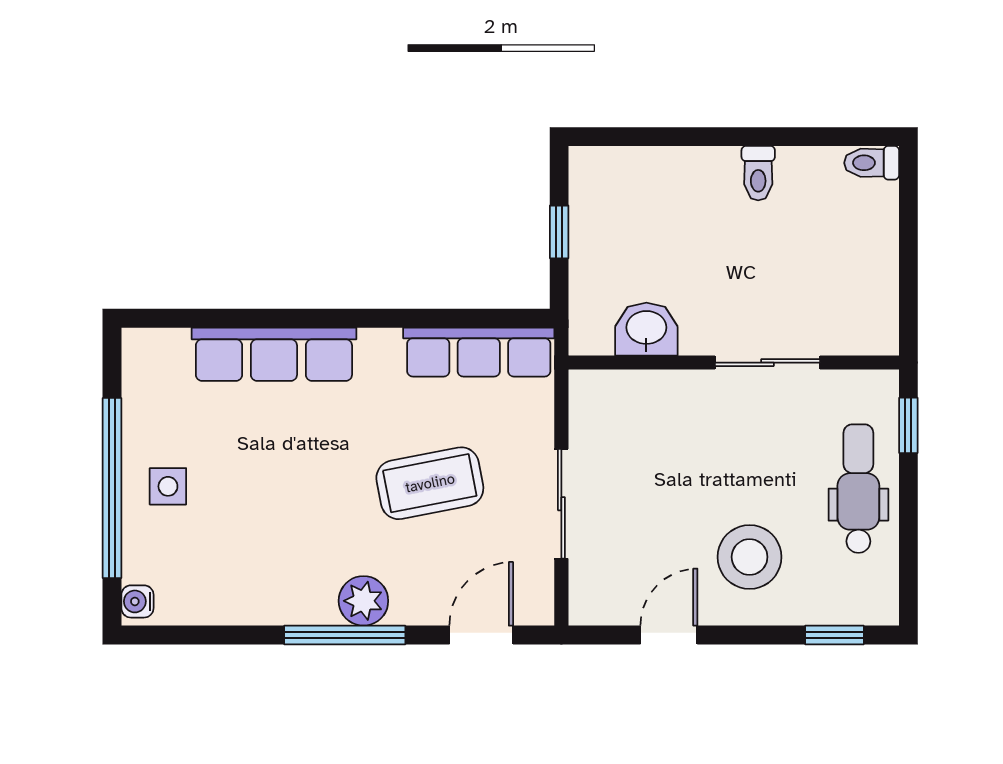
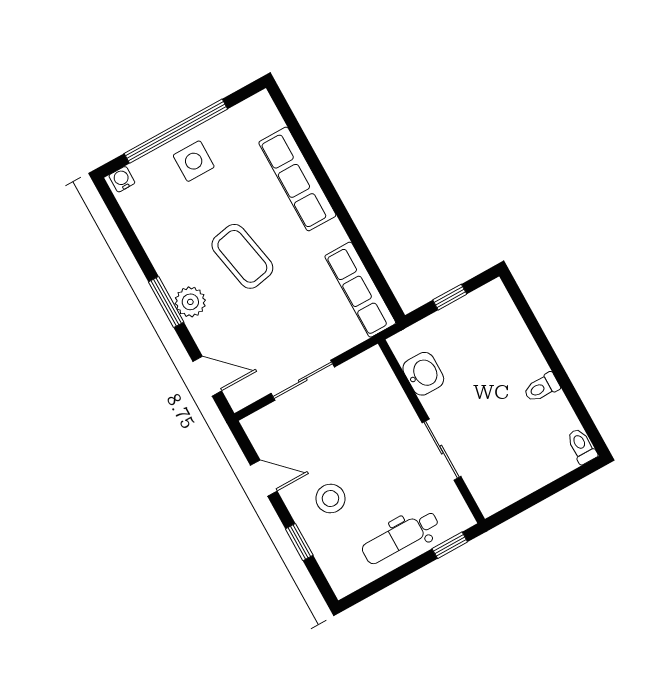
coffee table: (430, 483) -> (242, 256), moved
side table: (168, 486) -> (194, 161), width x1.37, depth x1.37
dental chair: (858, 489) -> (400, 537), turned 180
stool: (750, 557) -> (330, 499), width x0.73, depth x0.73
window: (345, 635) -> (166, 302), width x0.69
window: (834, 635) -> (299, 542), moved

